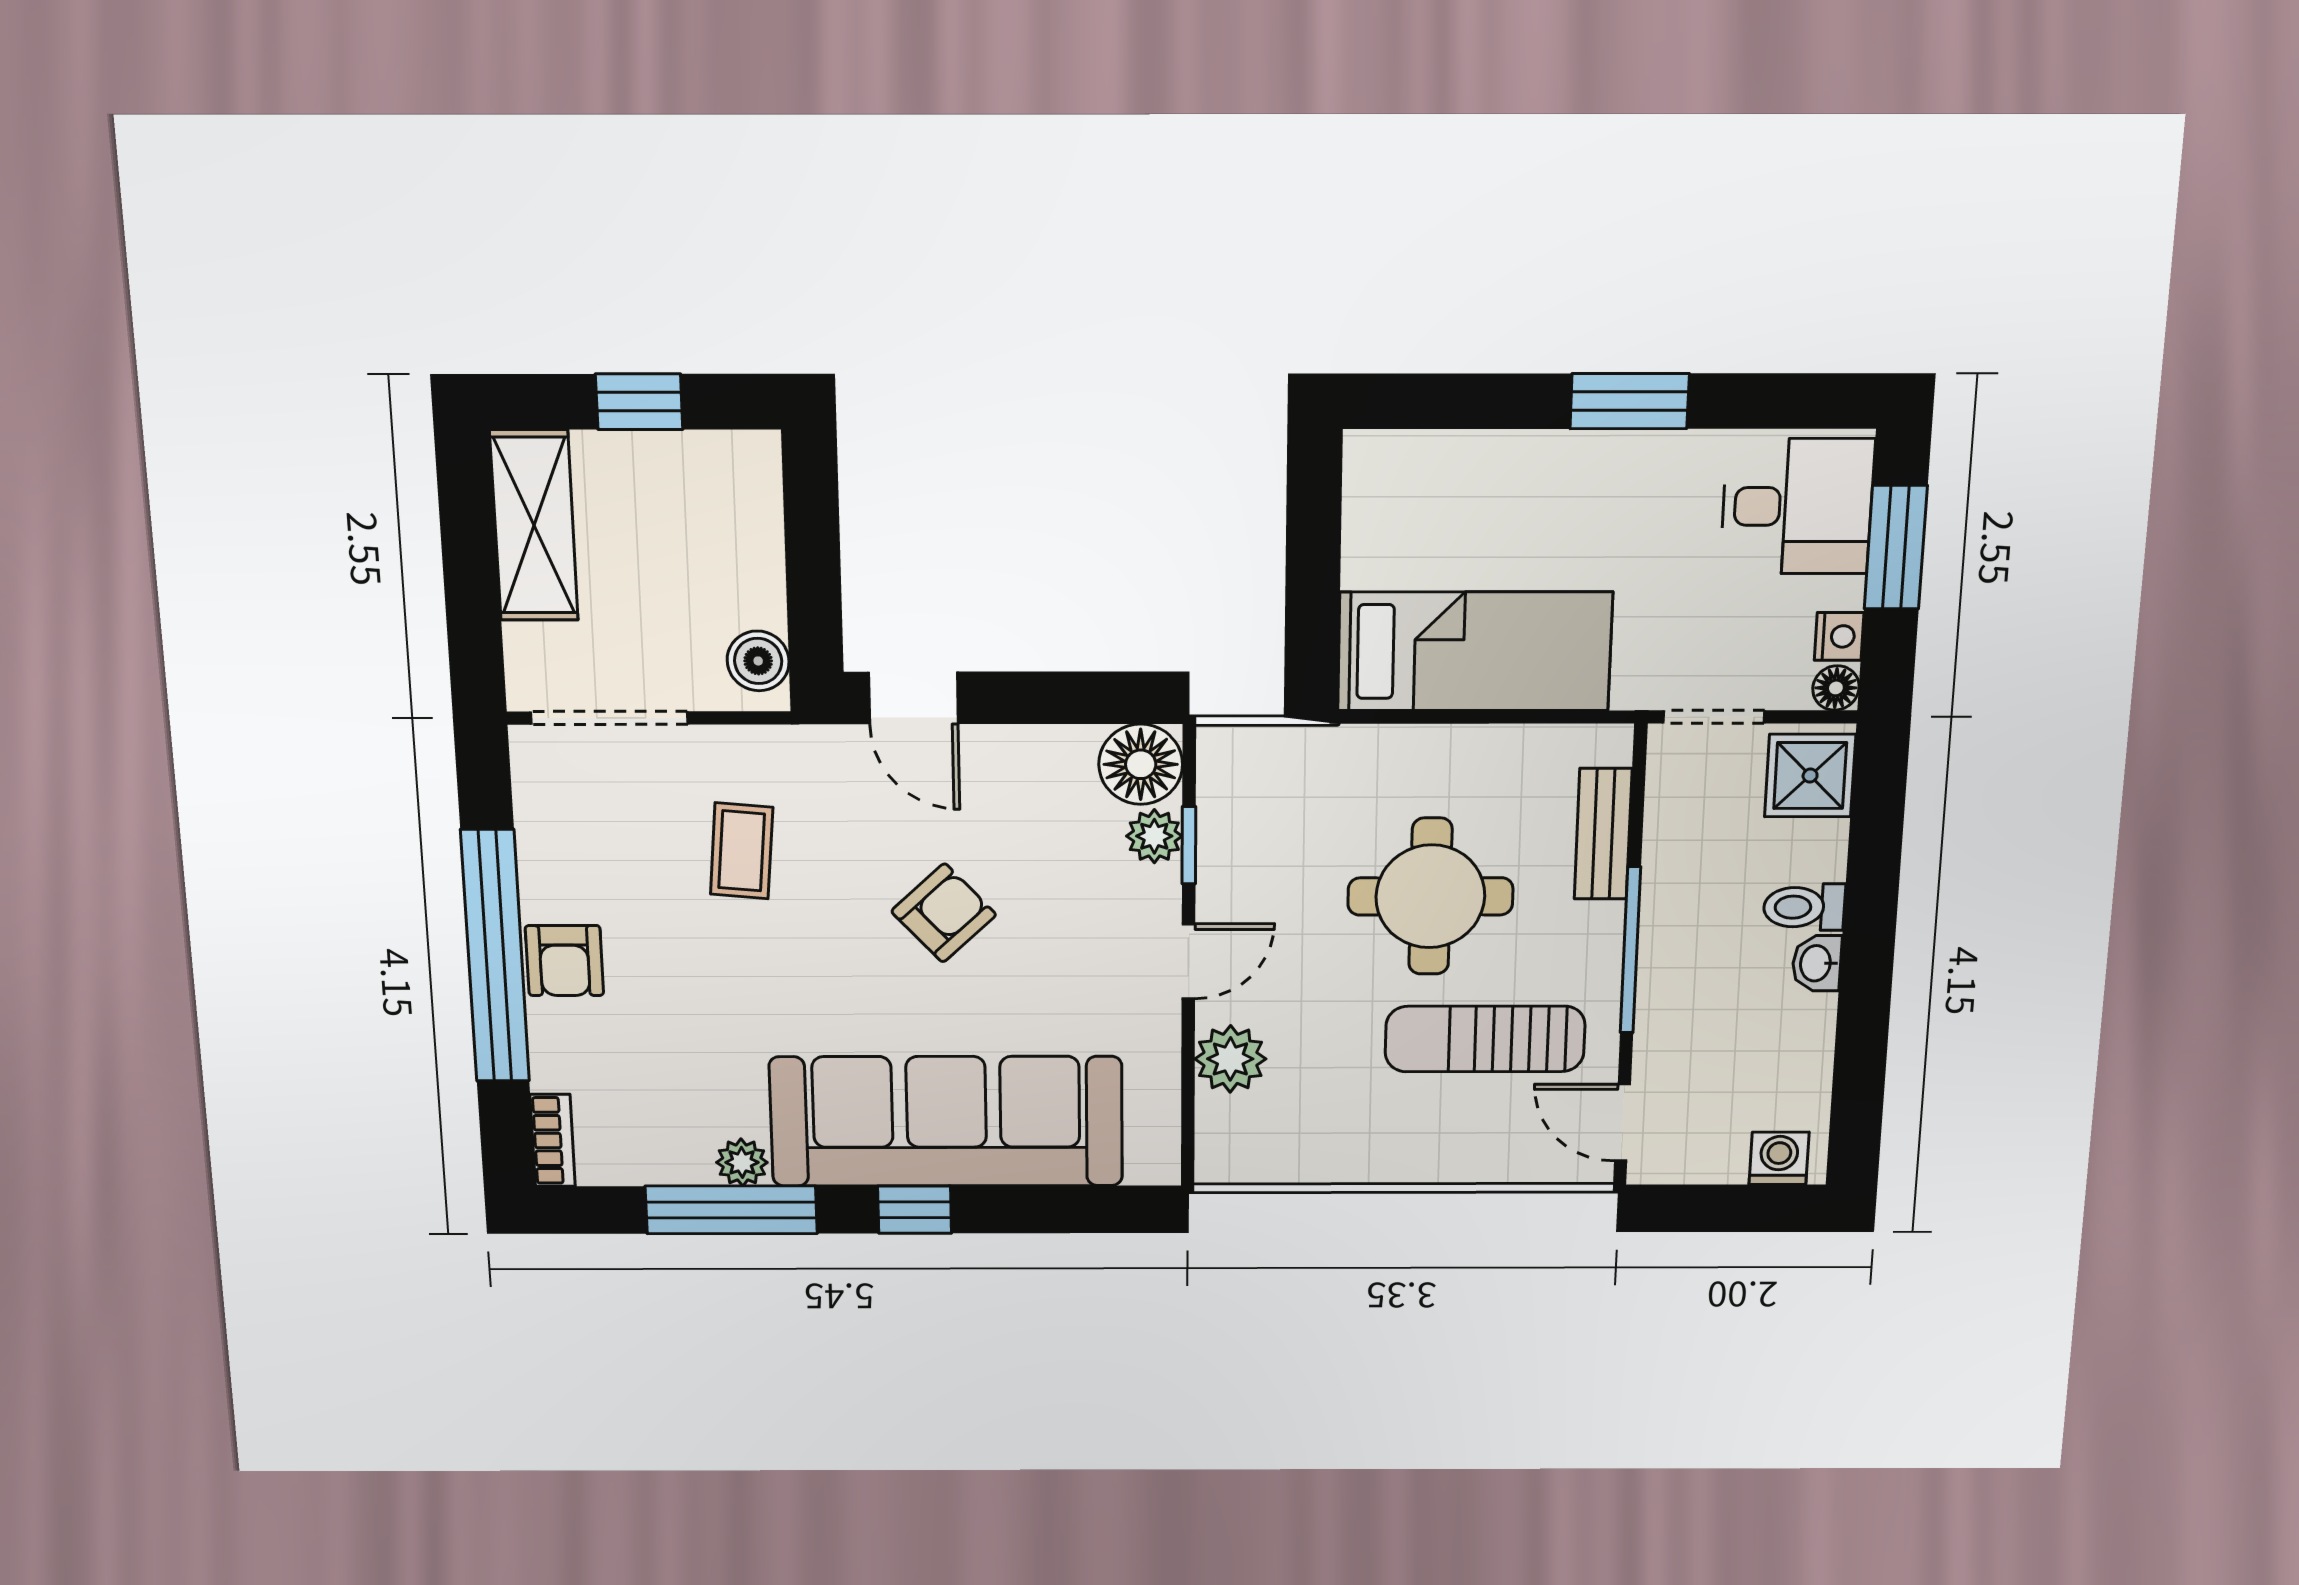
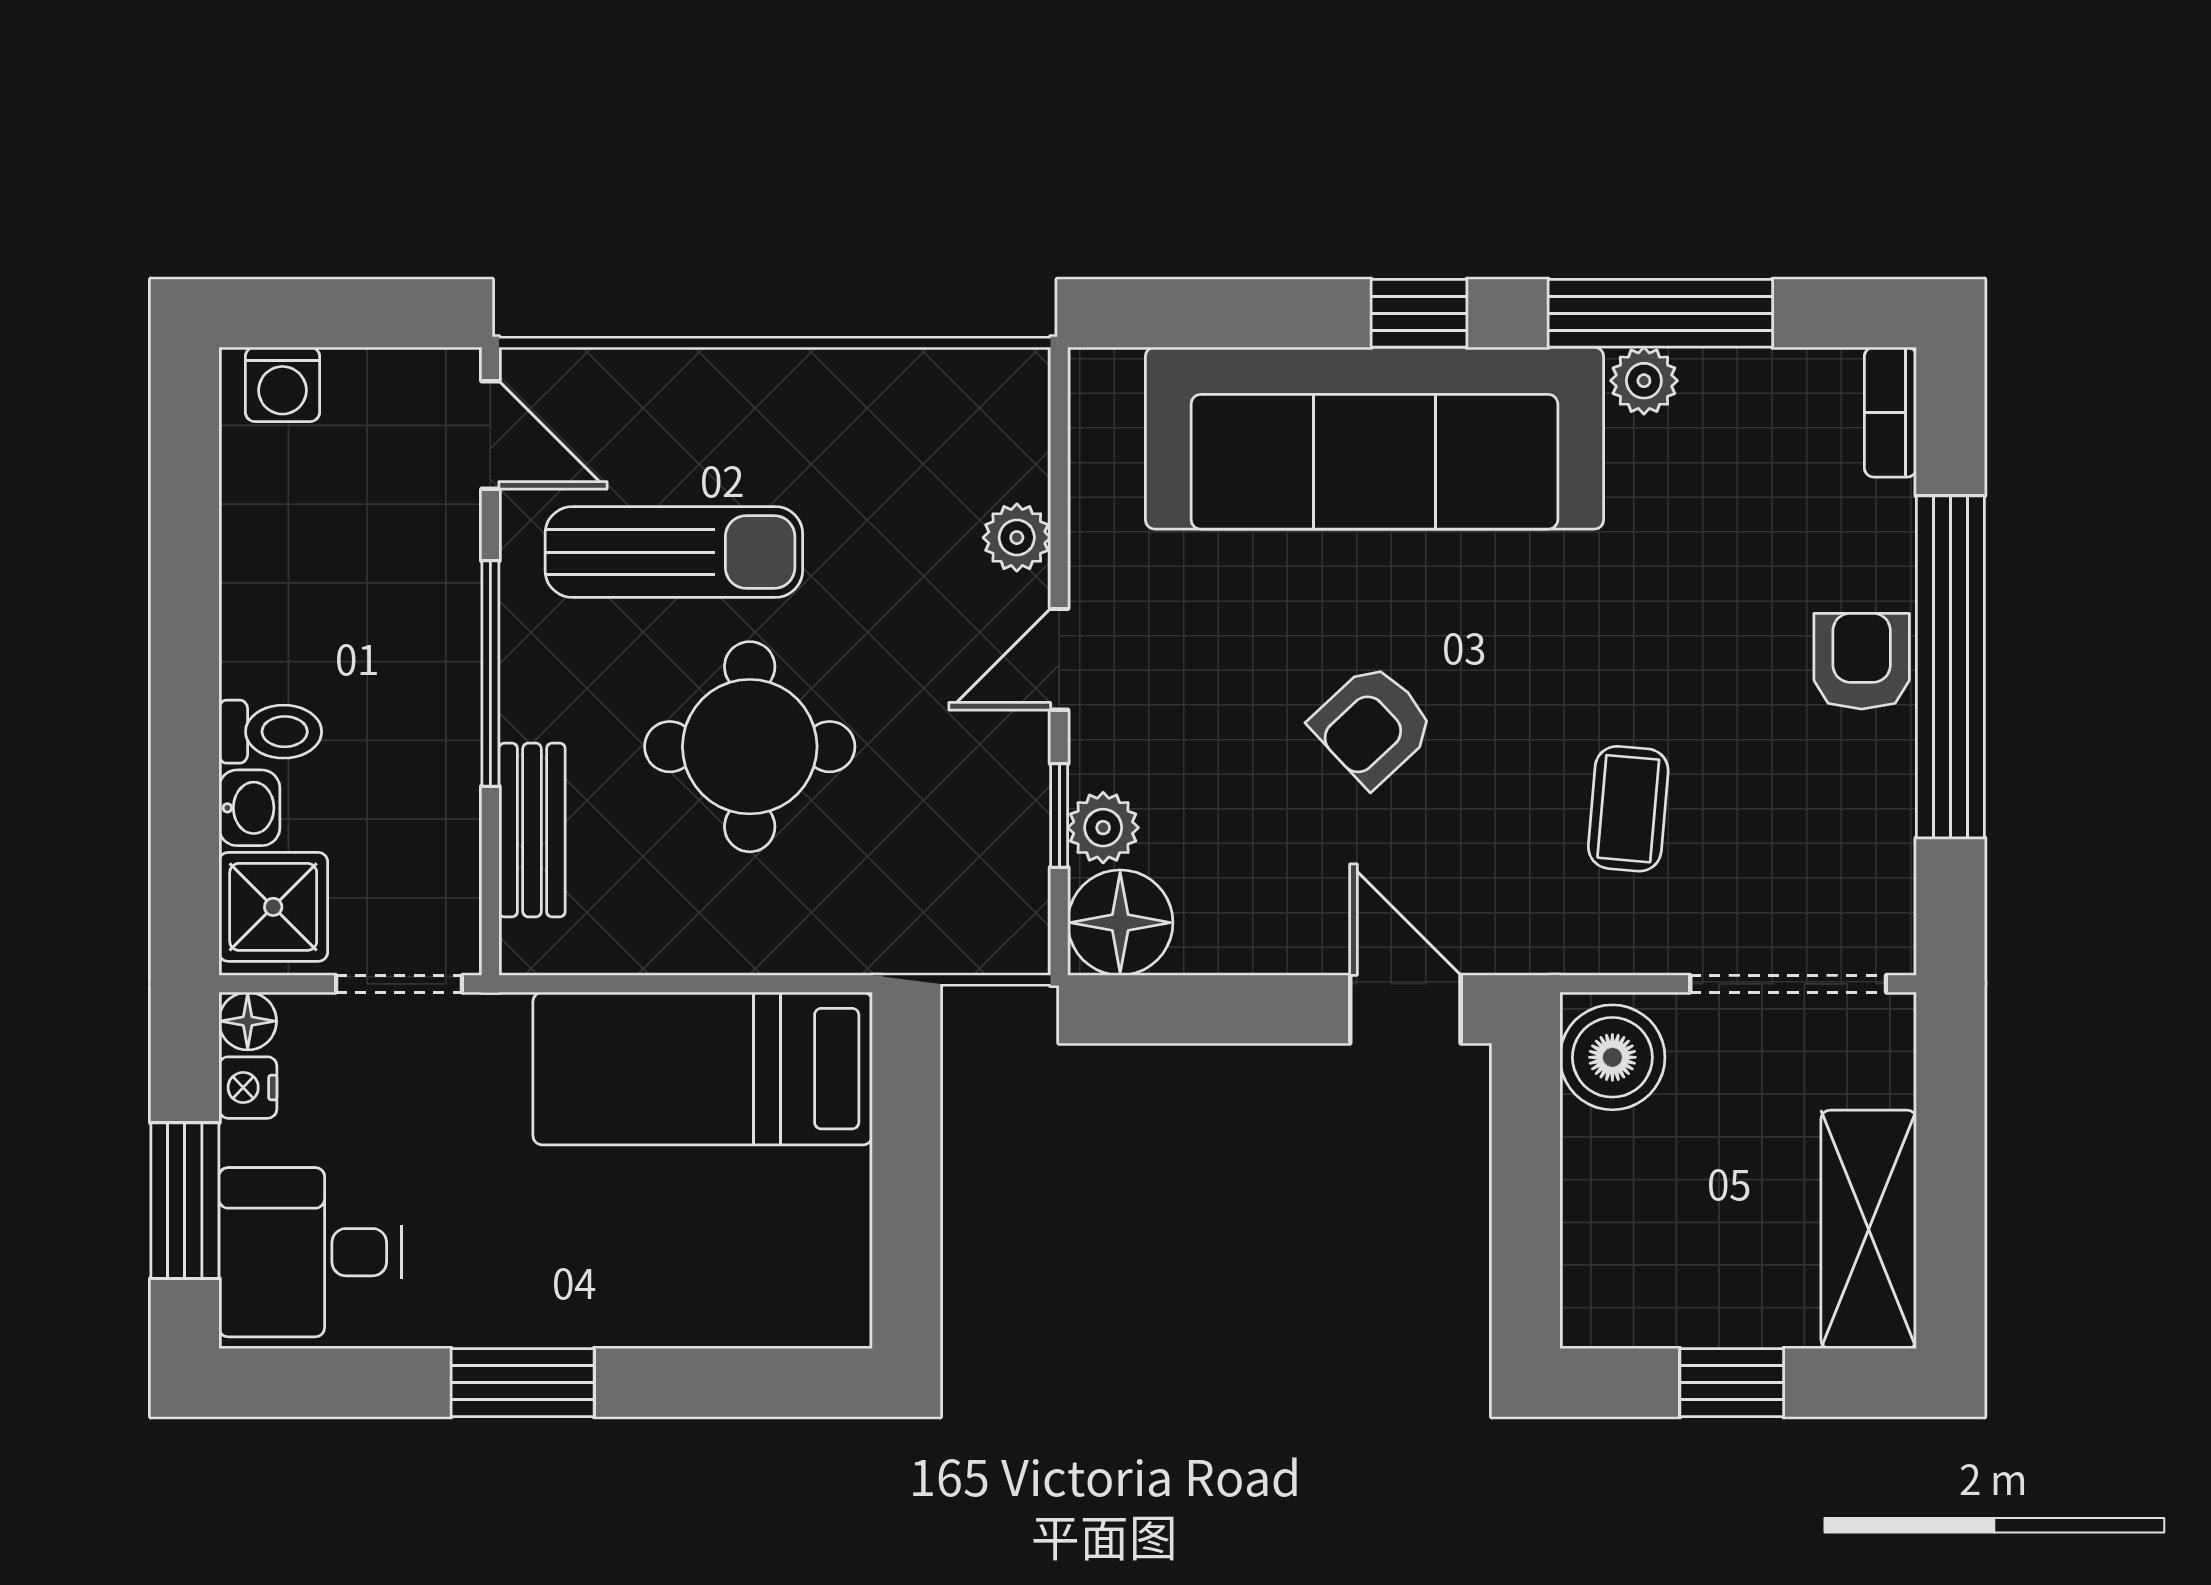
boiler: (758, 661) -> (1612, 1057), width x1.36, depth x1.36
washbasin: (1817, 963) -> (249, 808), moved
plant: (1230, 1059) -> (1017, 538), width x0.73, depth x0.73

